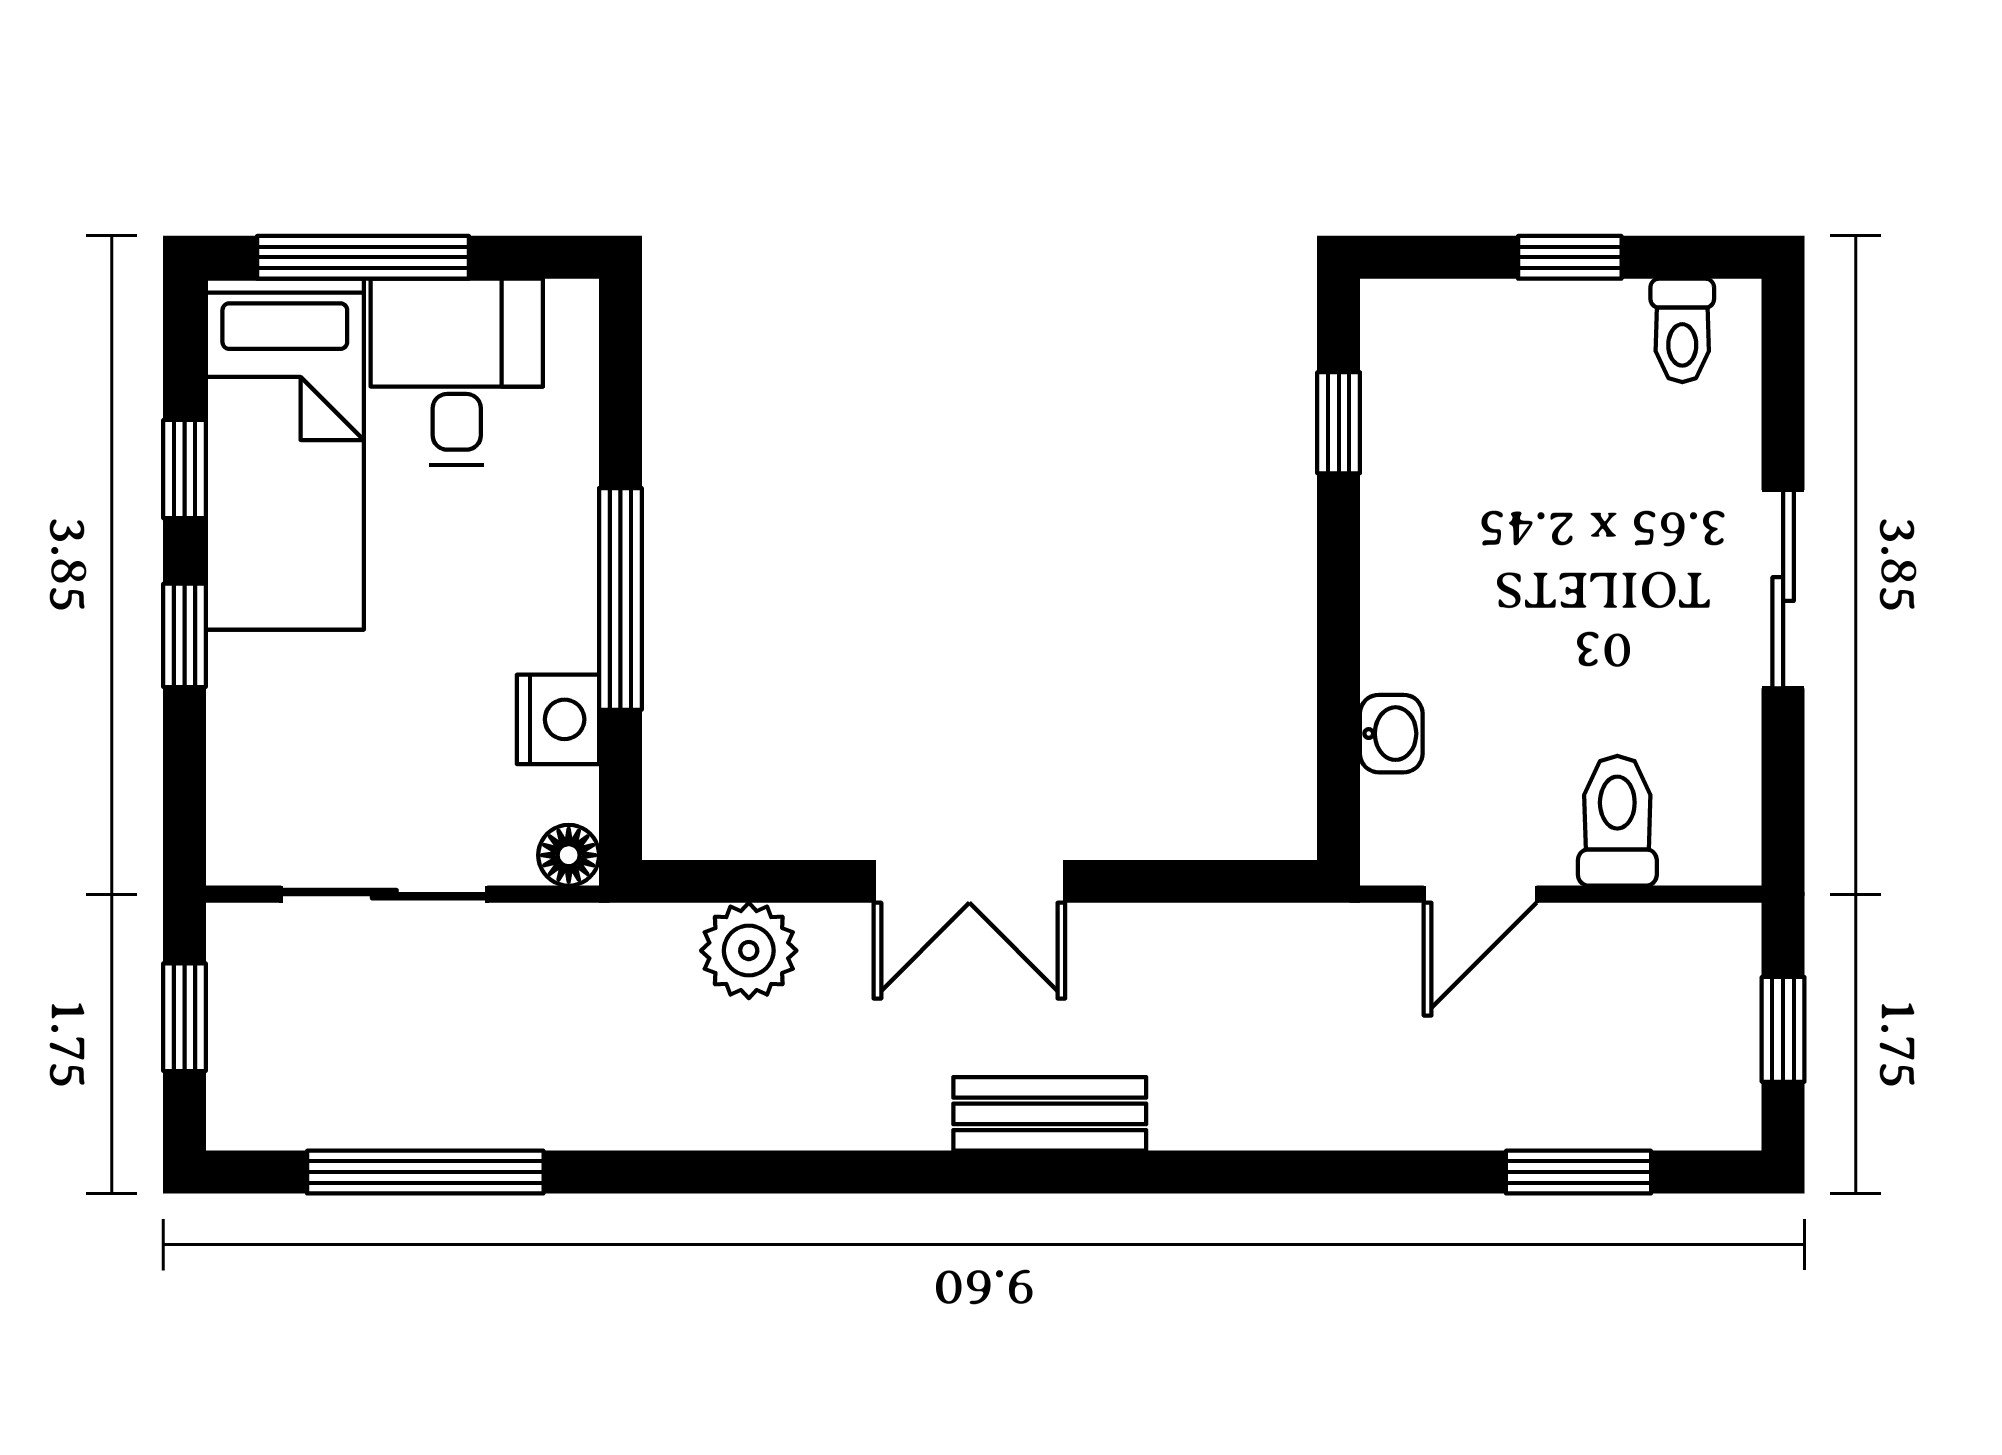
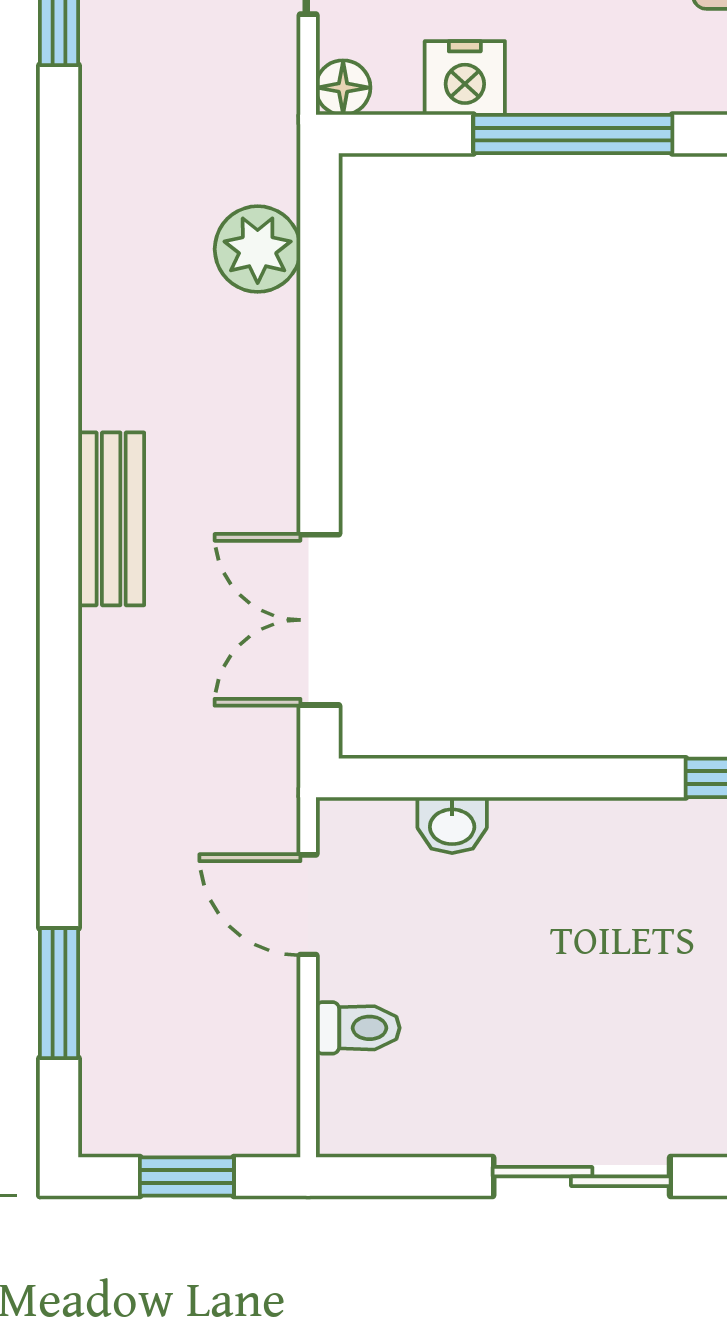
toilet: (1617, 821) -> (358, 1028), width x0.73, depth x0.72
double door: (969, 881) -> (320, 620), moved

